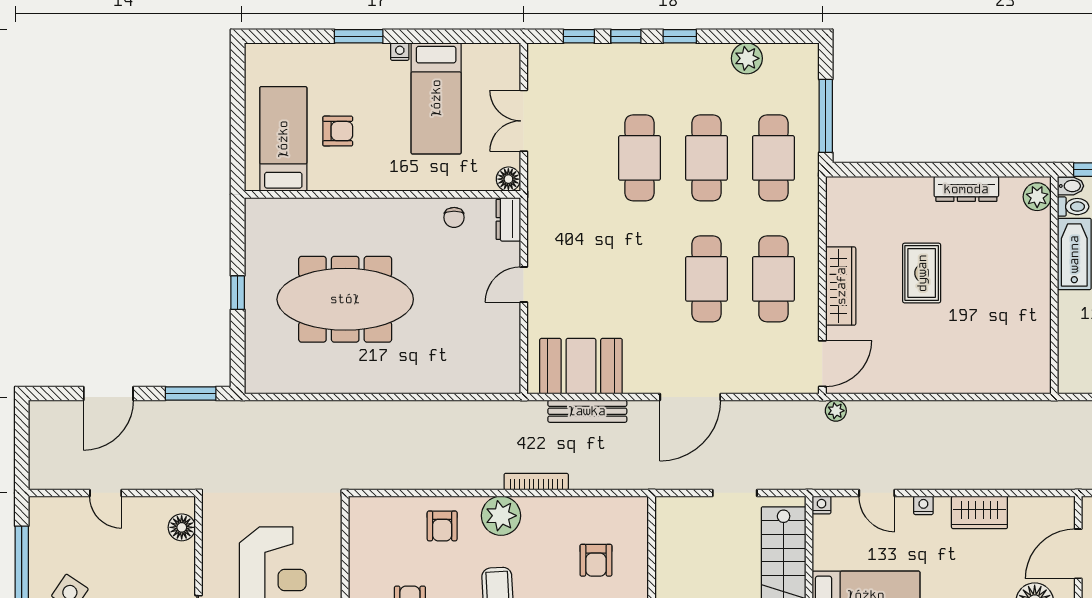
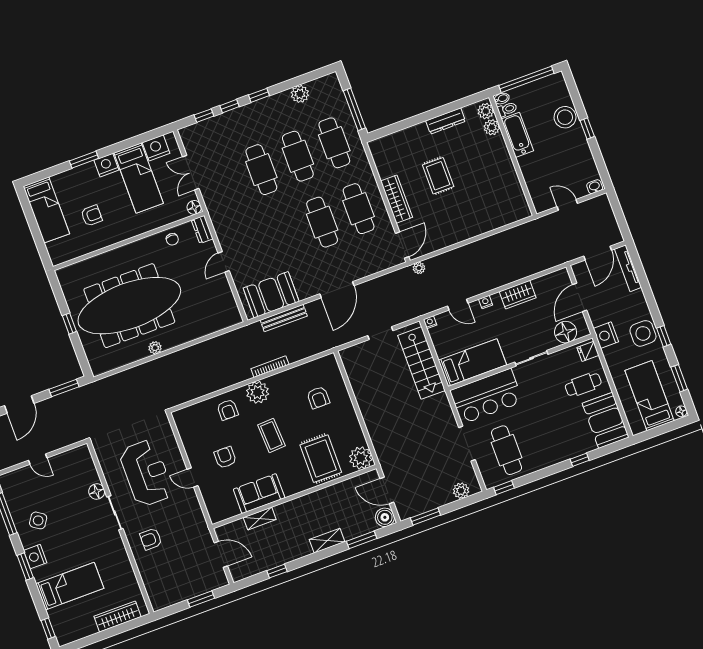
nightstand: (400, 52) -> (106, 165), width x1.89, depth x1.79
nightstand: (482, 60) -> (156, 148), added
bed: (283, 139) -> (46, 210), moved, turned 180
plant: (1037, 227) -> (492, 127), added
meeting table: (345, 299) -> (129, 306), width x1.36, depth x1.27
plant: (362, 383) -> (155, 348), added
floor lamp: (182, 527) -> (97, 491), moved

